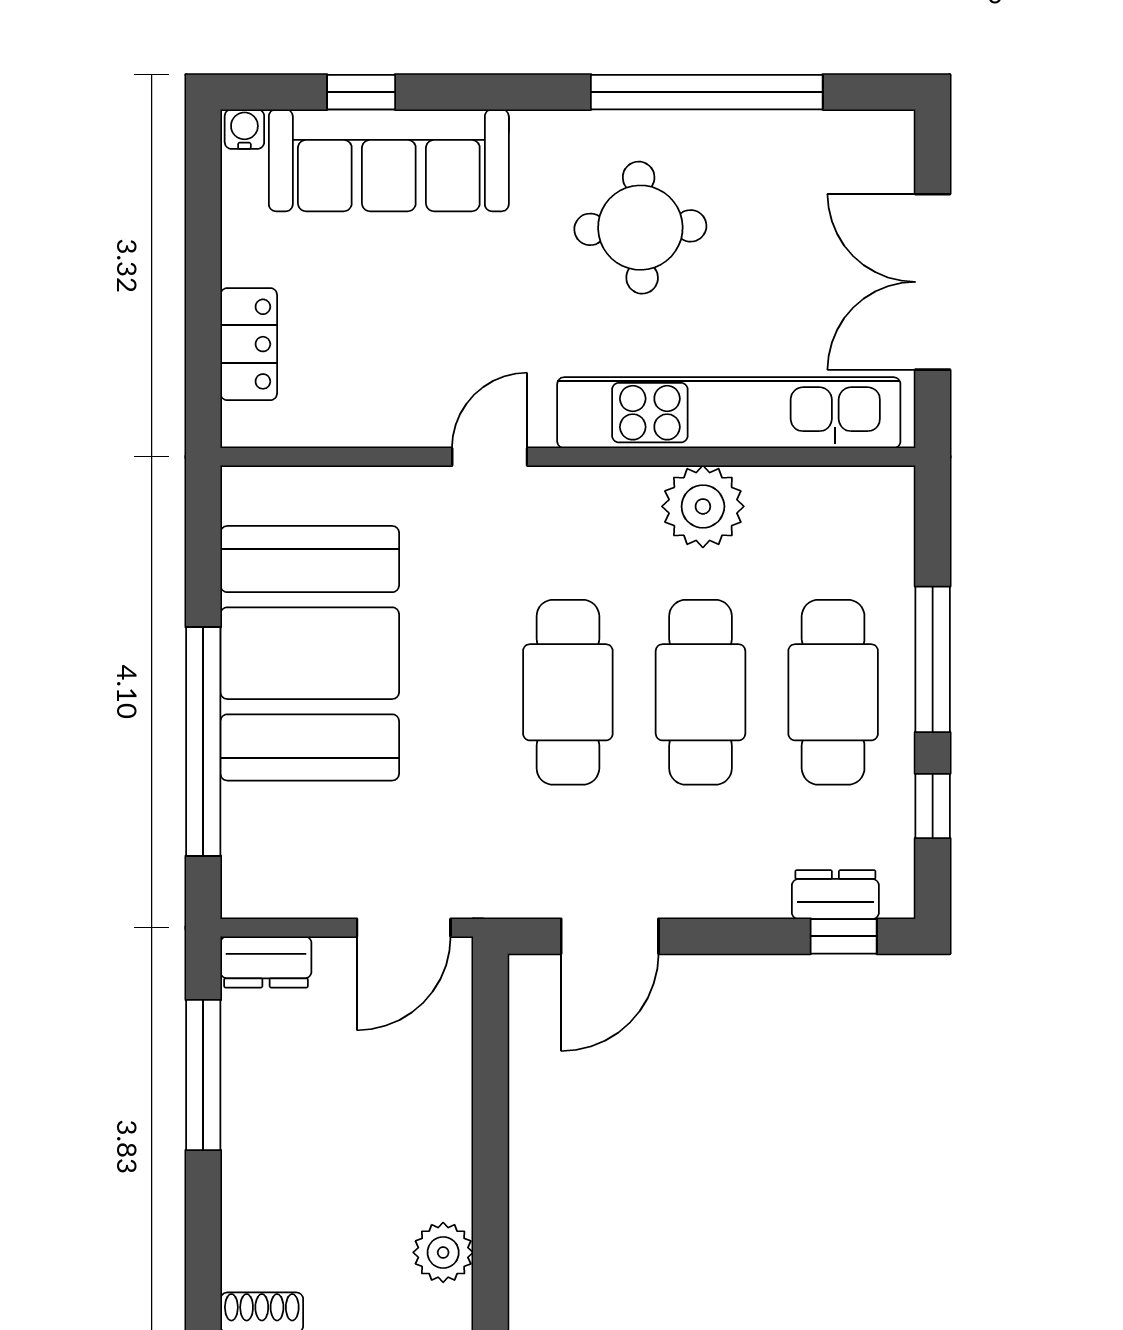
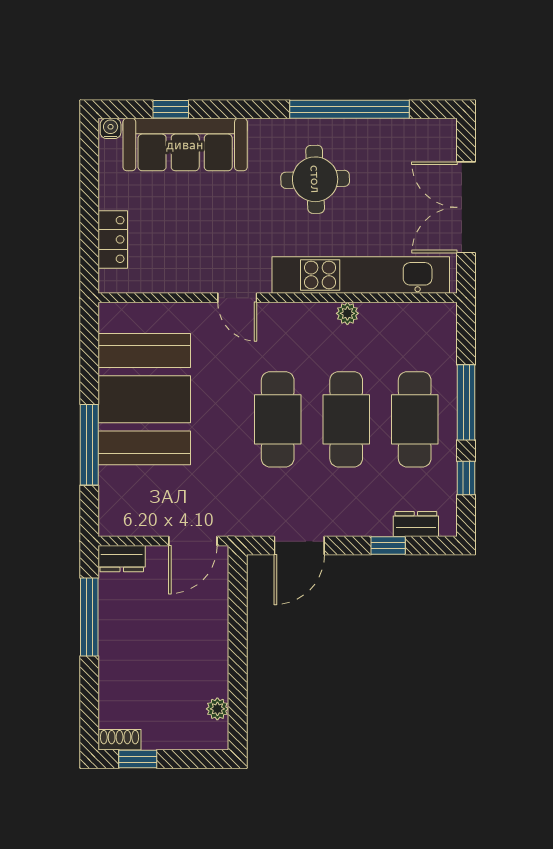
door: (490, 457) -> (237, 298), swing flipped
plant: (703, 506) -> (347, 313), width x0.53, depth x0.53
window: (203, 741) -> (89, 445), width x0.68
window: (844, 936) -> (388, 545), moved
plant: (443, 1252) -> (217, 709), width x0.73, depth x0.73

